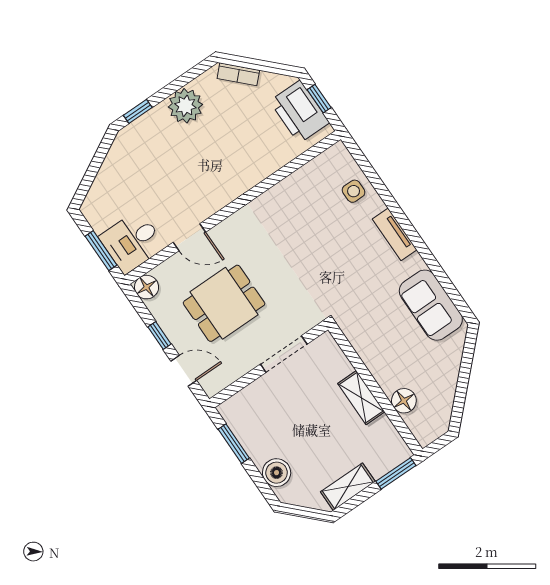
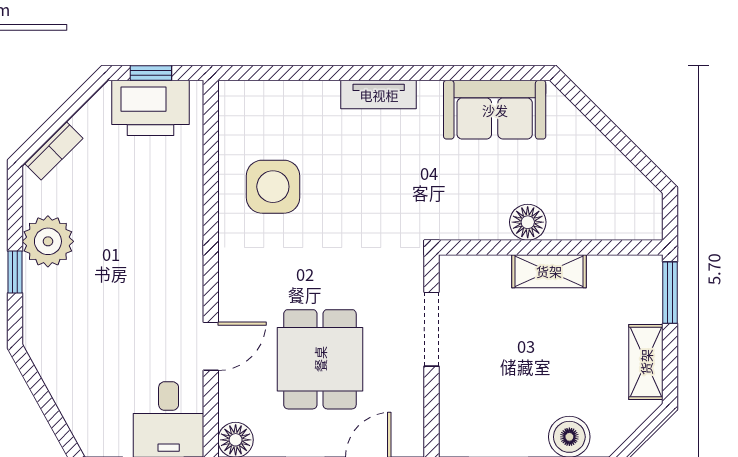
window: (138, 111) -> (15, 272), moved
side table: (354, 191) -> (273, 187), moved, width x1.87, depth x1.87
floor lamp: (404, 401) -> (528, 222), moved

